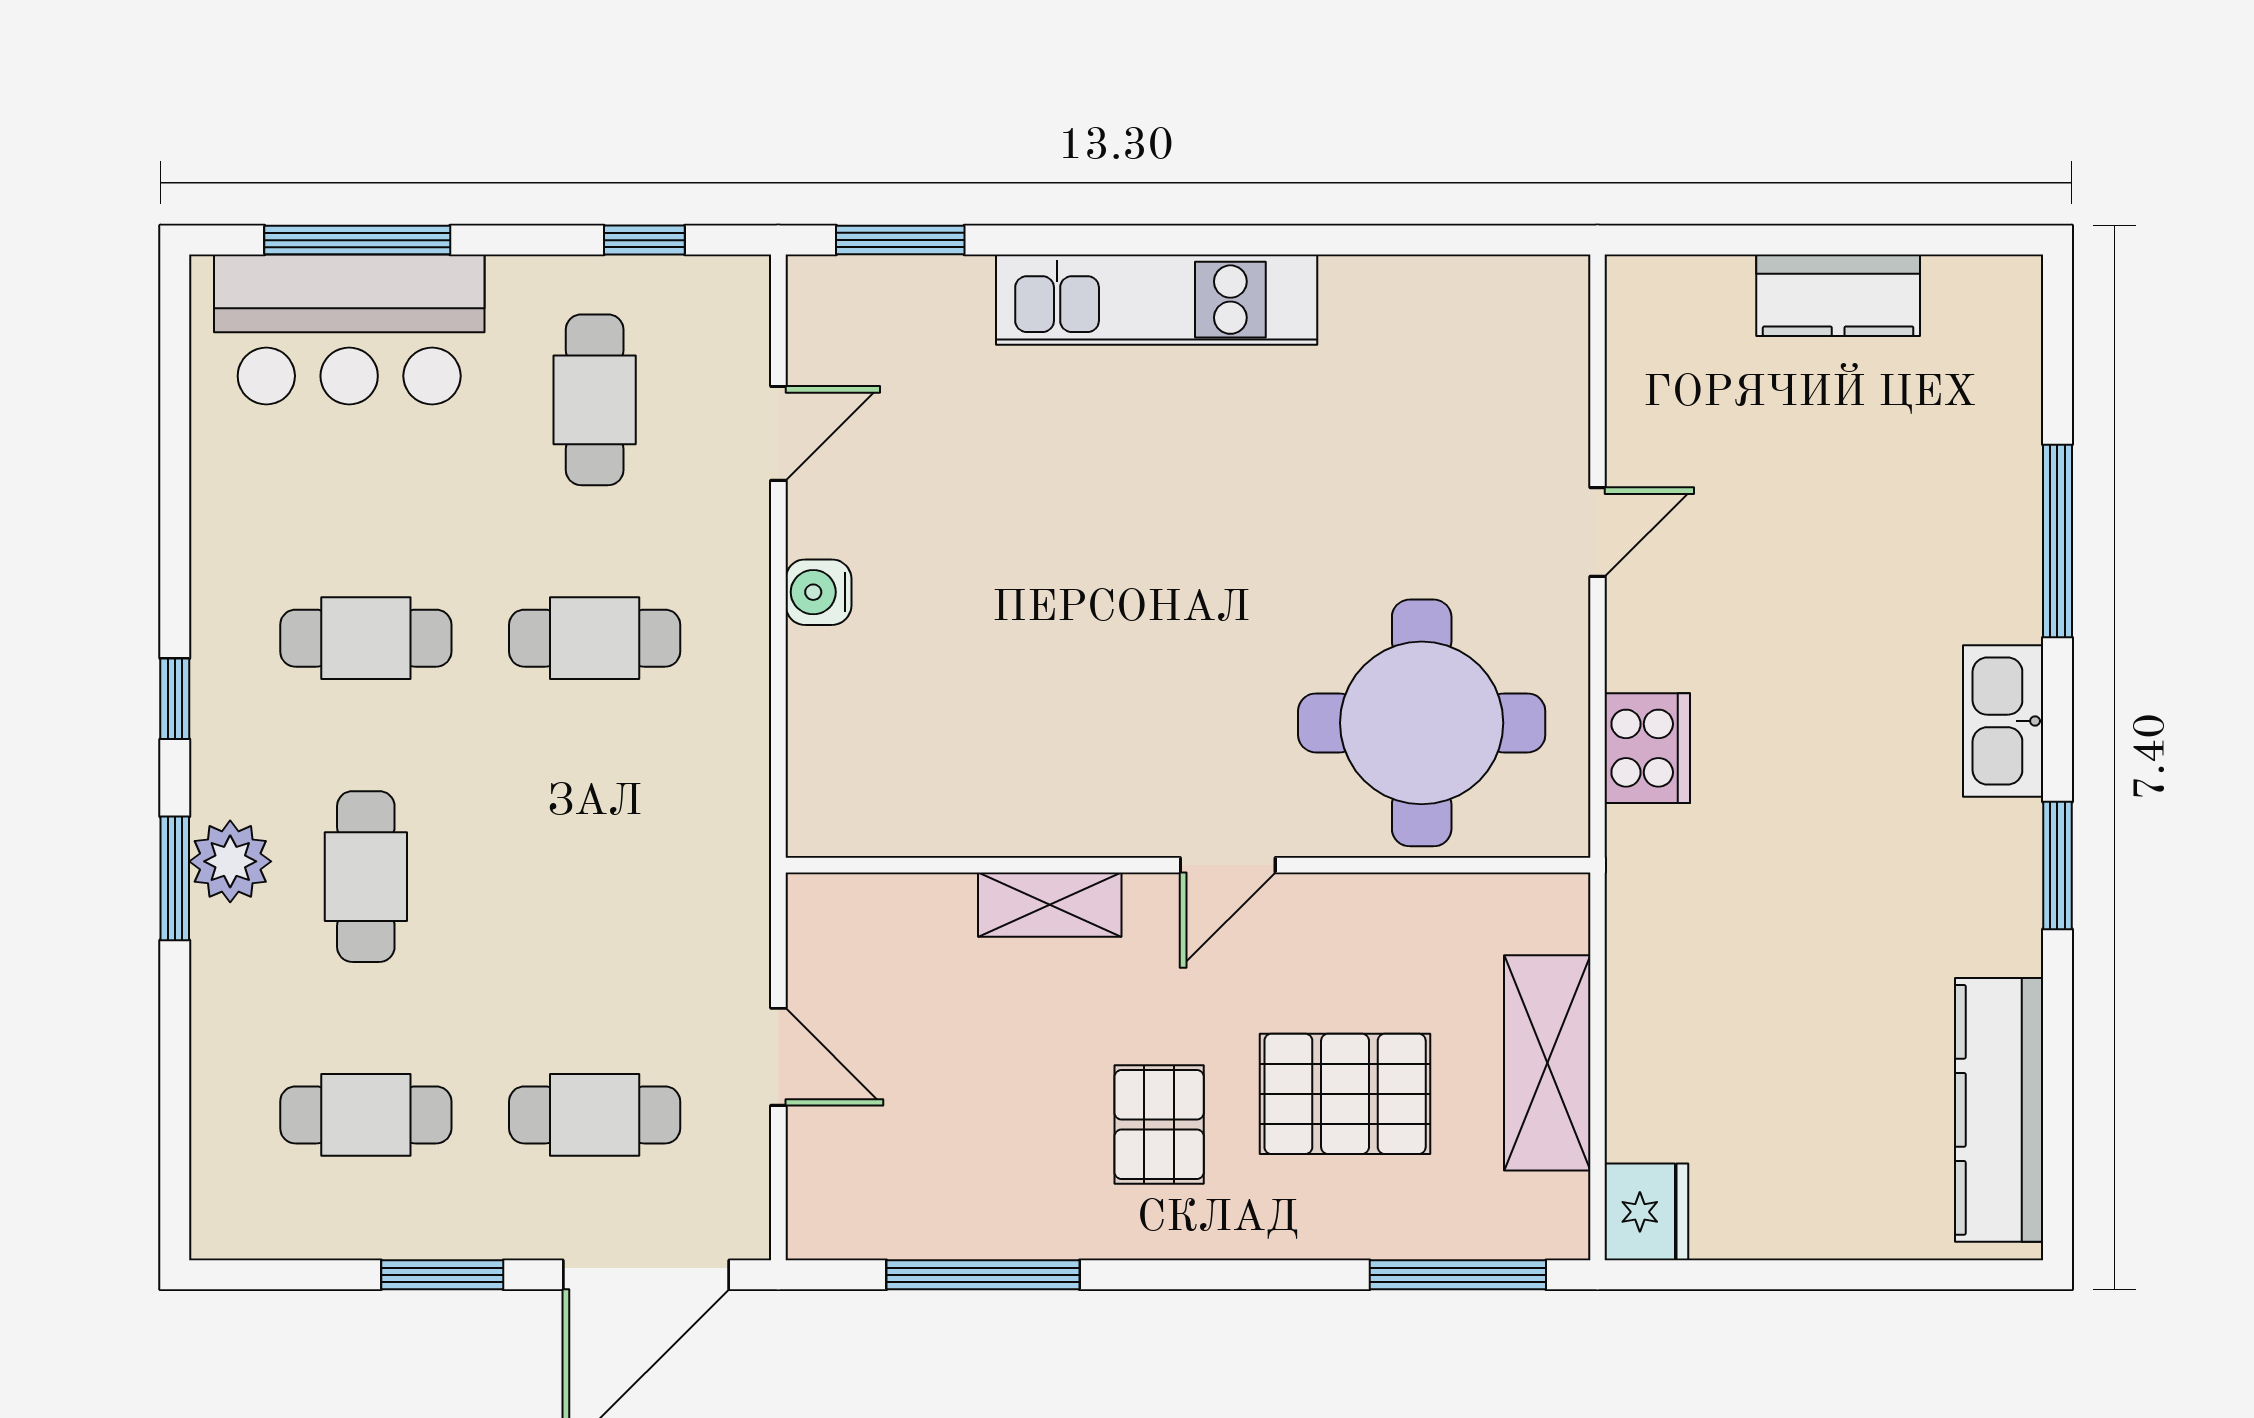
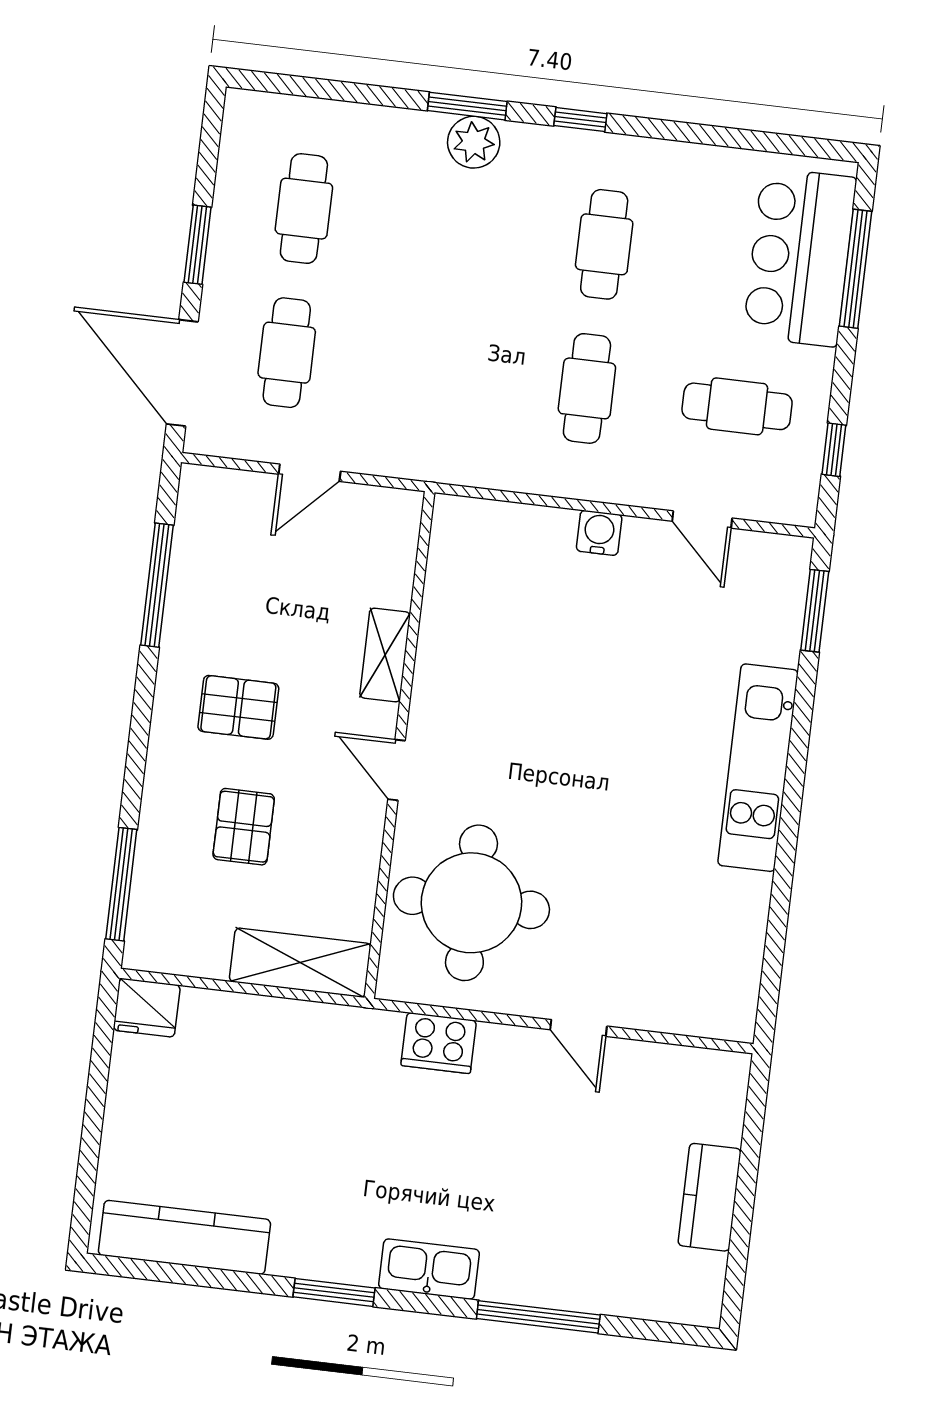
cafe table: (366, 877) -> (454, 226), removed
shelving: (1547, 1063) -> (300, 963), moved
pallet: (1345, 1094) -> (244, 827), width x0.67, depth x0.71

